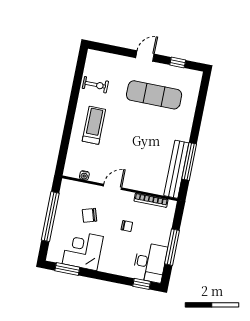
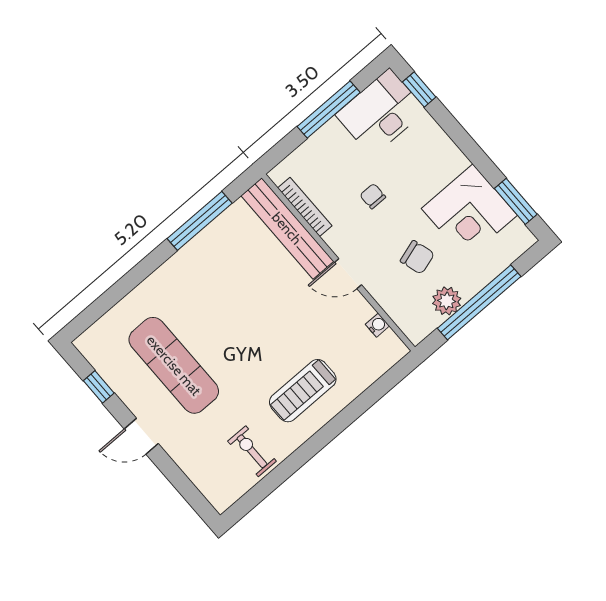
bench: (176, 169) -> (287, 228), moved, turned 90
plant: (64, 207) -> (447, 301), added

